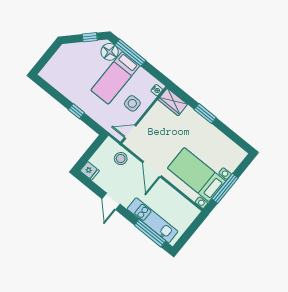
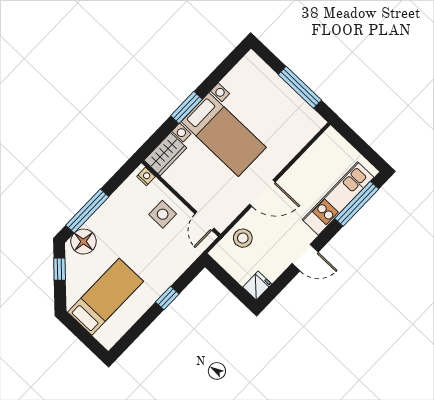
bed: (115, 78) -> (106, 297), moved, turned -90
bed with nightstands: (197, 175) -> (224, 135), moved, turned -90

